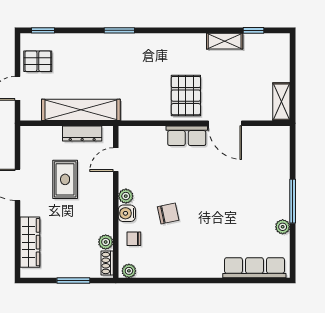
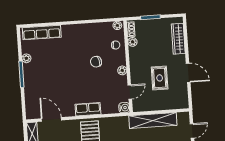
door: (225, 123) -> (51, 119), moved
dresser: (82, 134) -> (151, 106), removed
water cooler: (127, 213) -> (124, 108), moved

